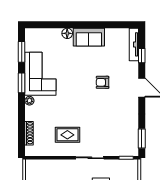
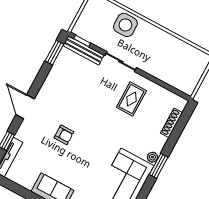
window: (22, 83) -> (159, 166), moved
rug: (67, 135) -> (131, 99), turned 90
bench: (121, 151) -> (83, 50), added

